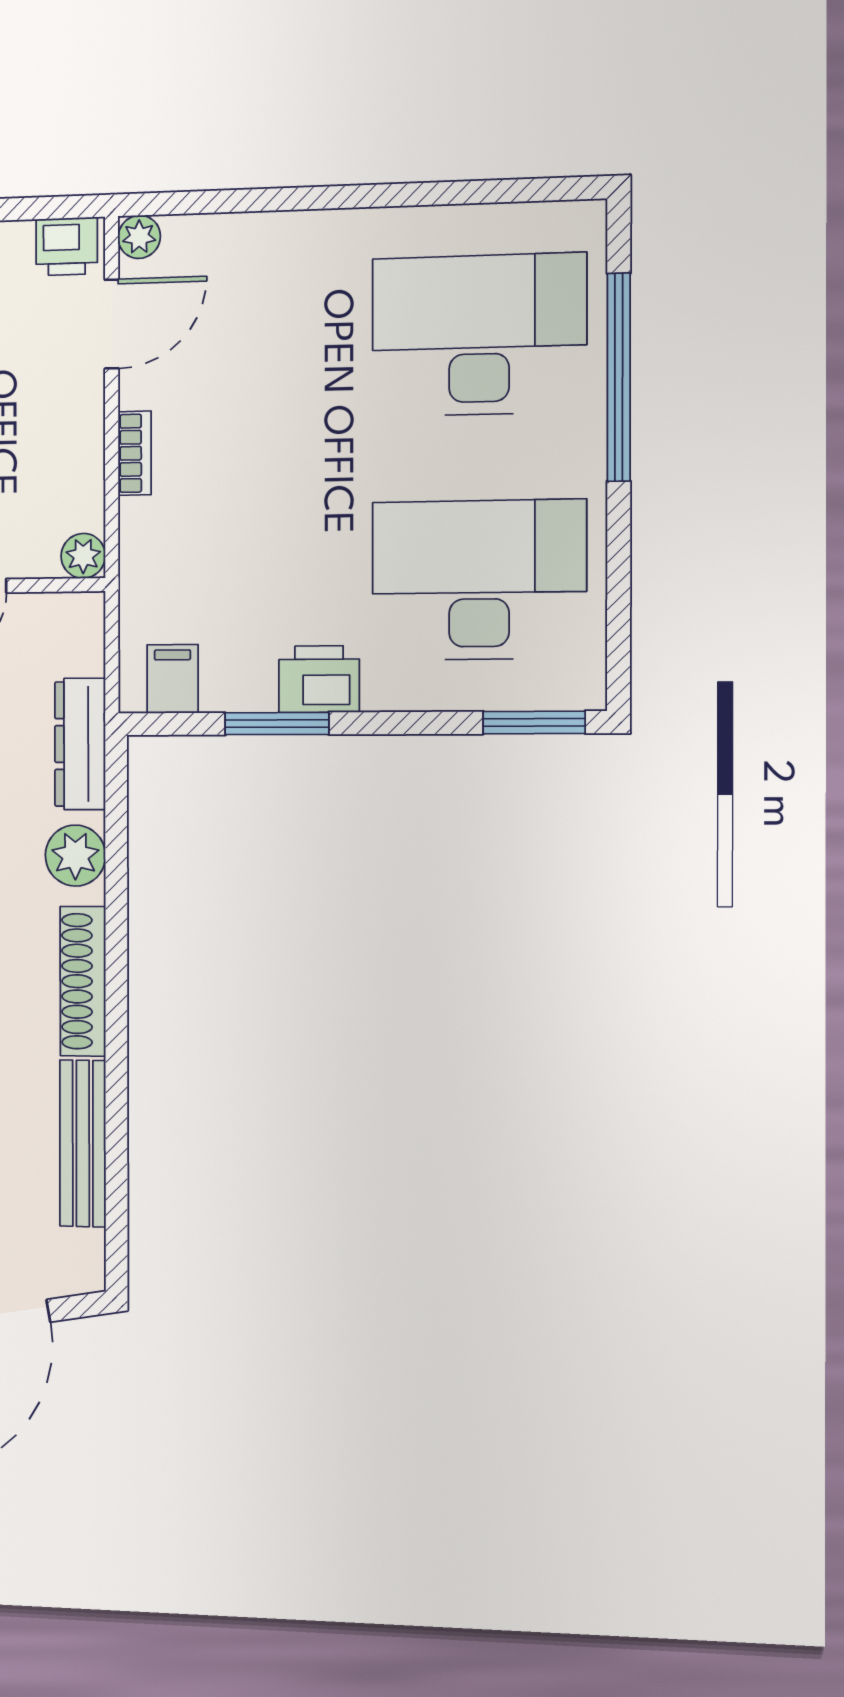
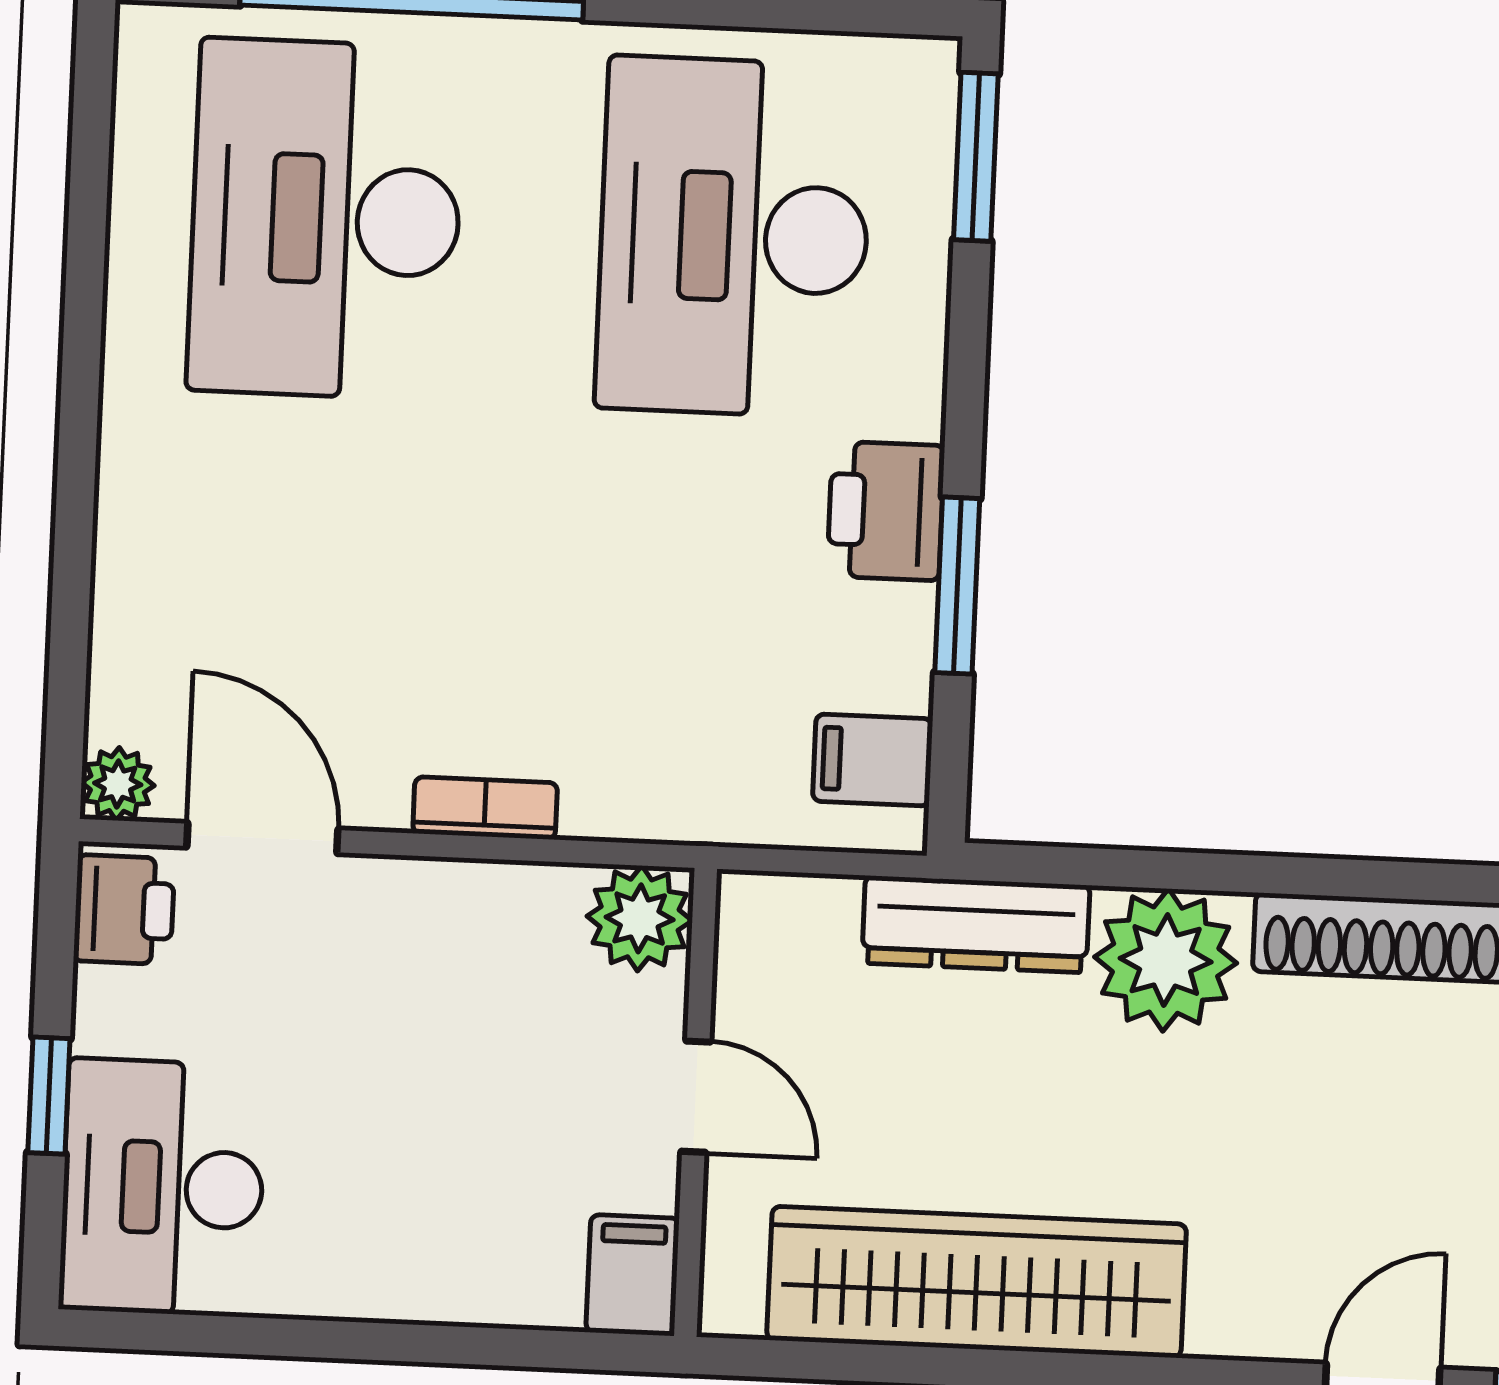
plant: (83, 556) -> (640, 918), width x1.38, depth x1.38
plant: (75, 856) -> (1166, 960), width x1.36, depth x1.36

